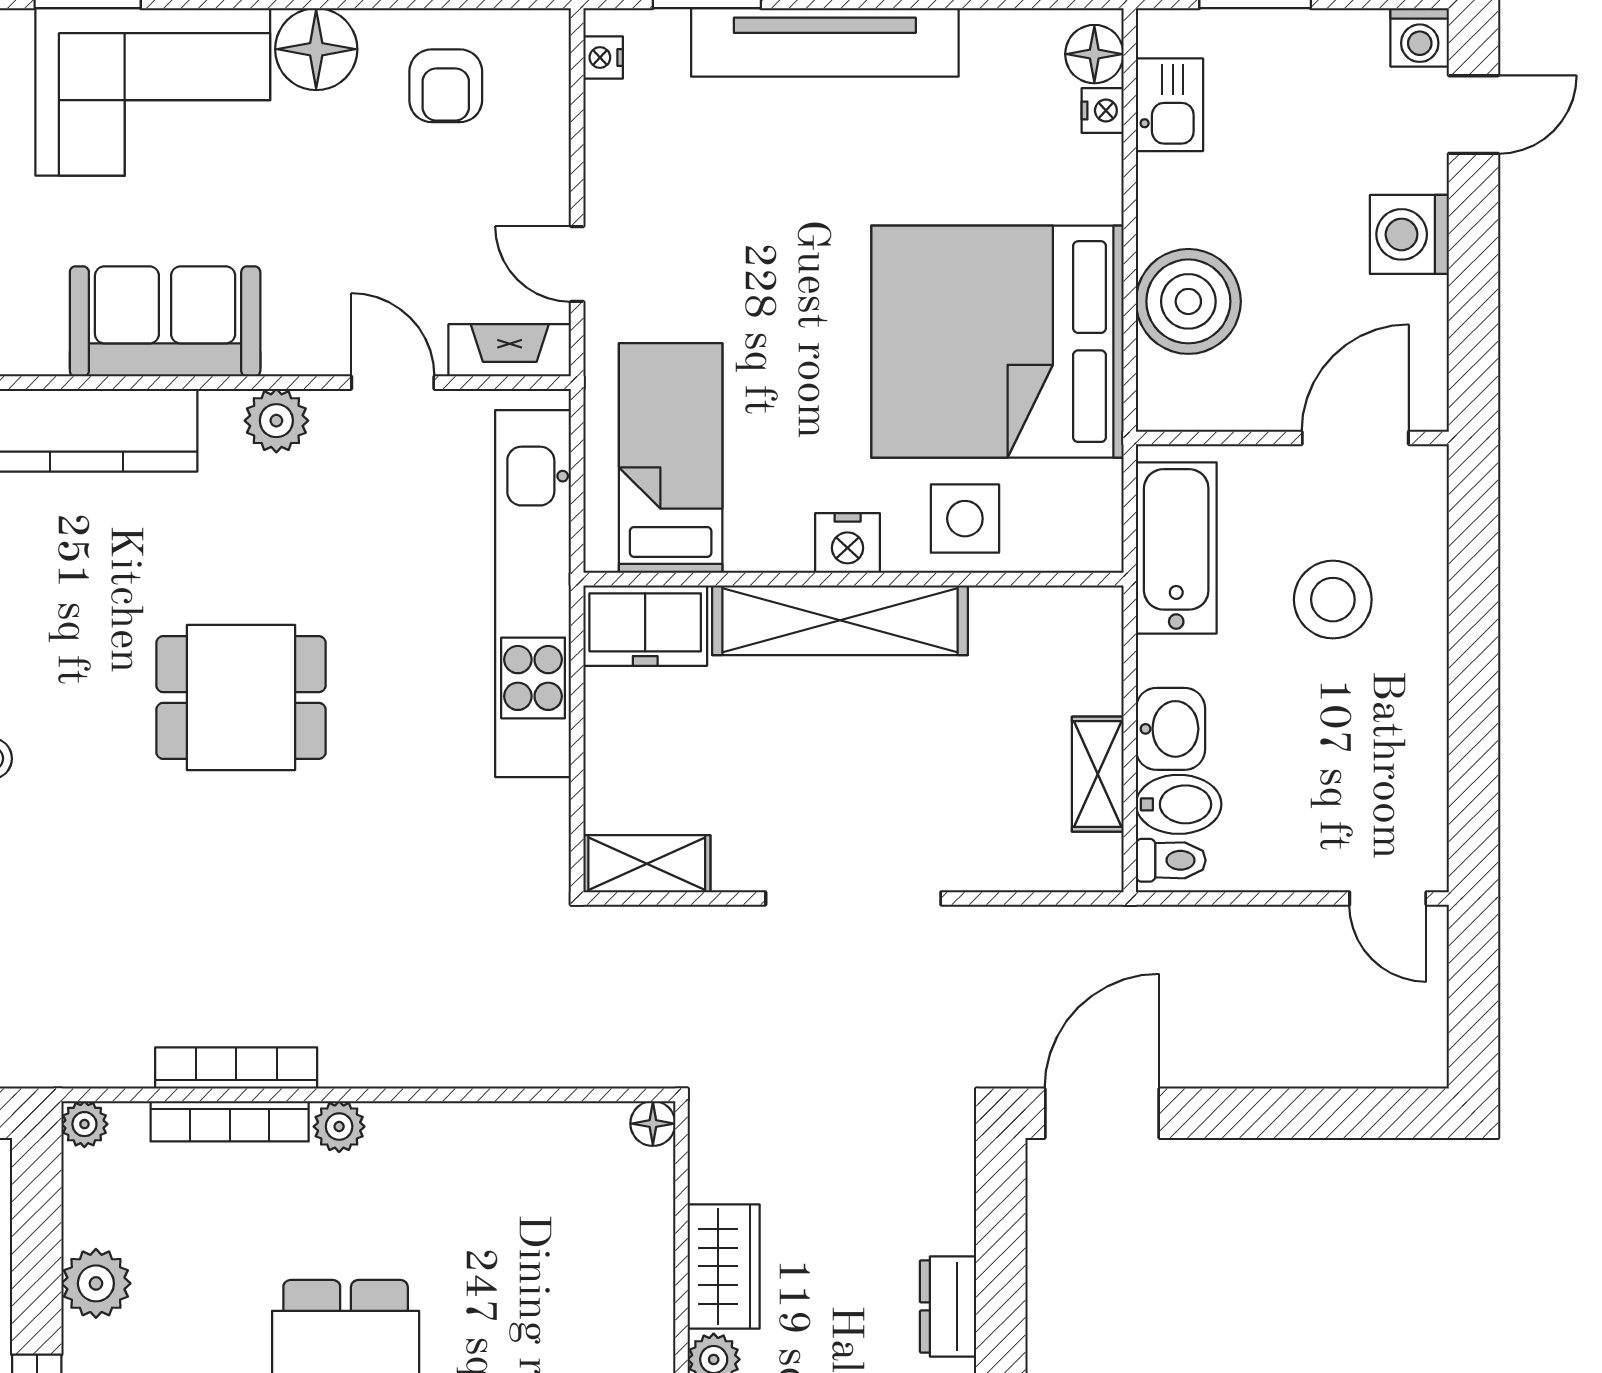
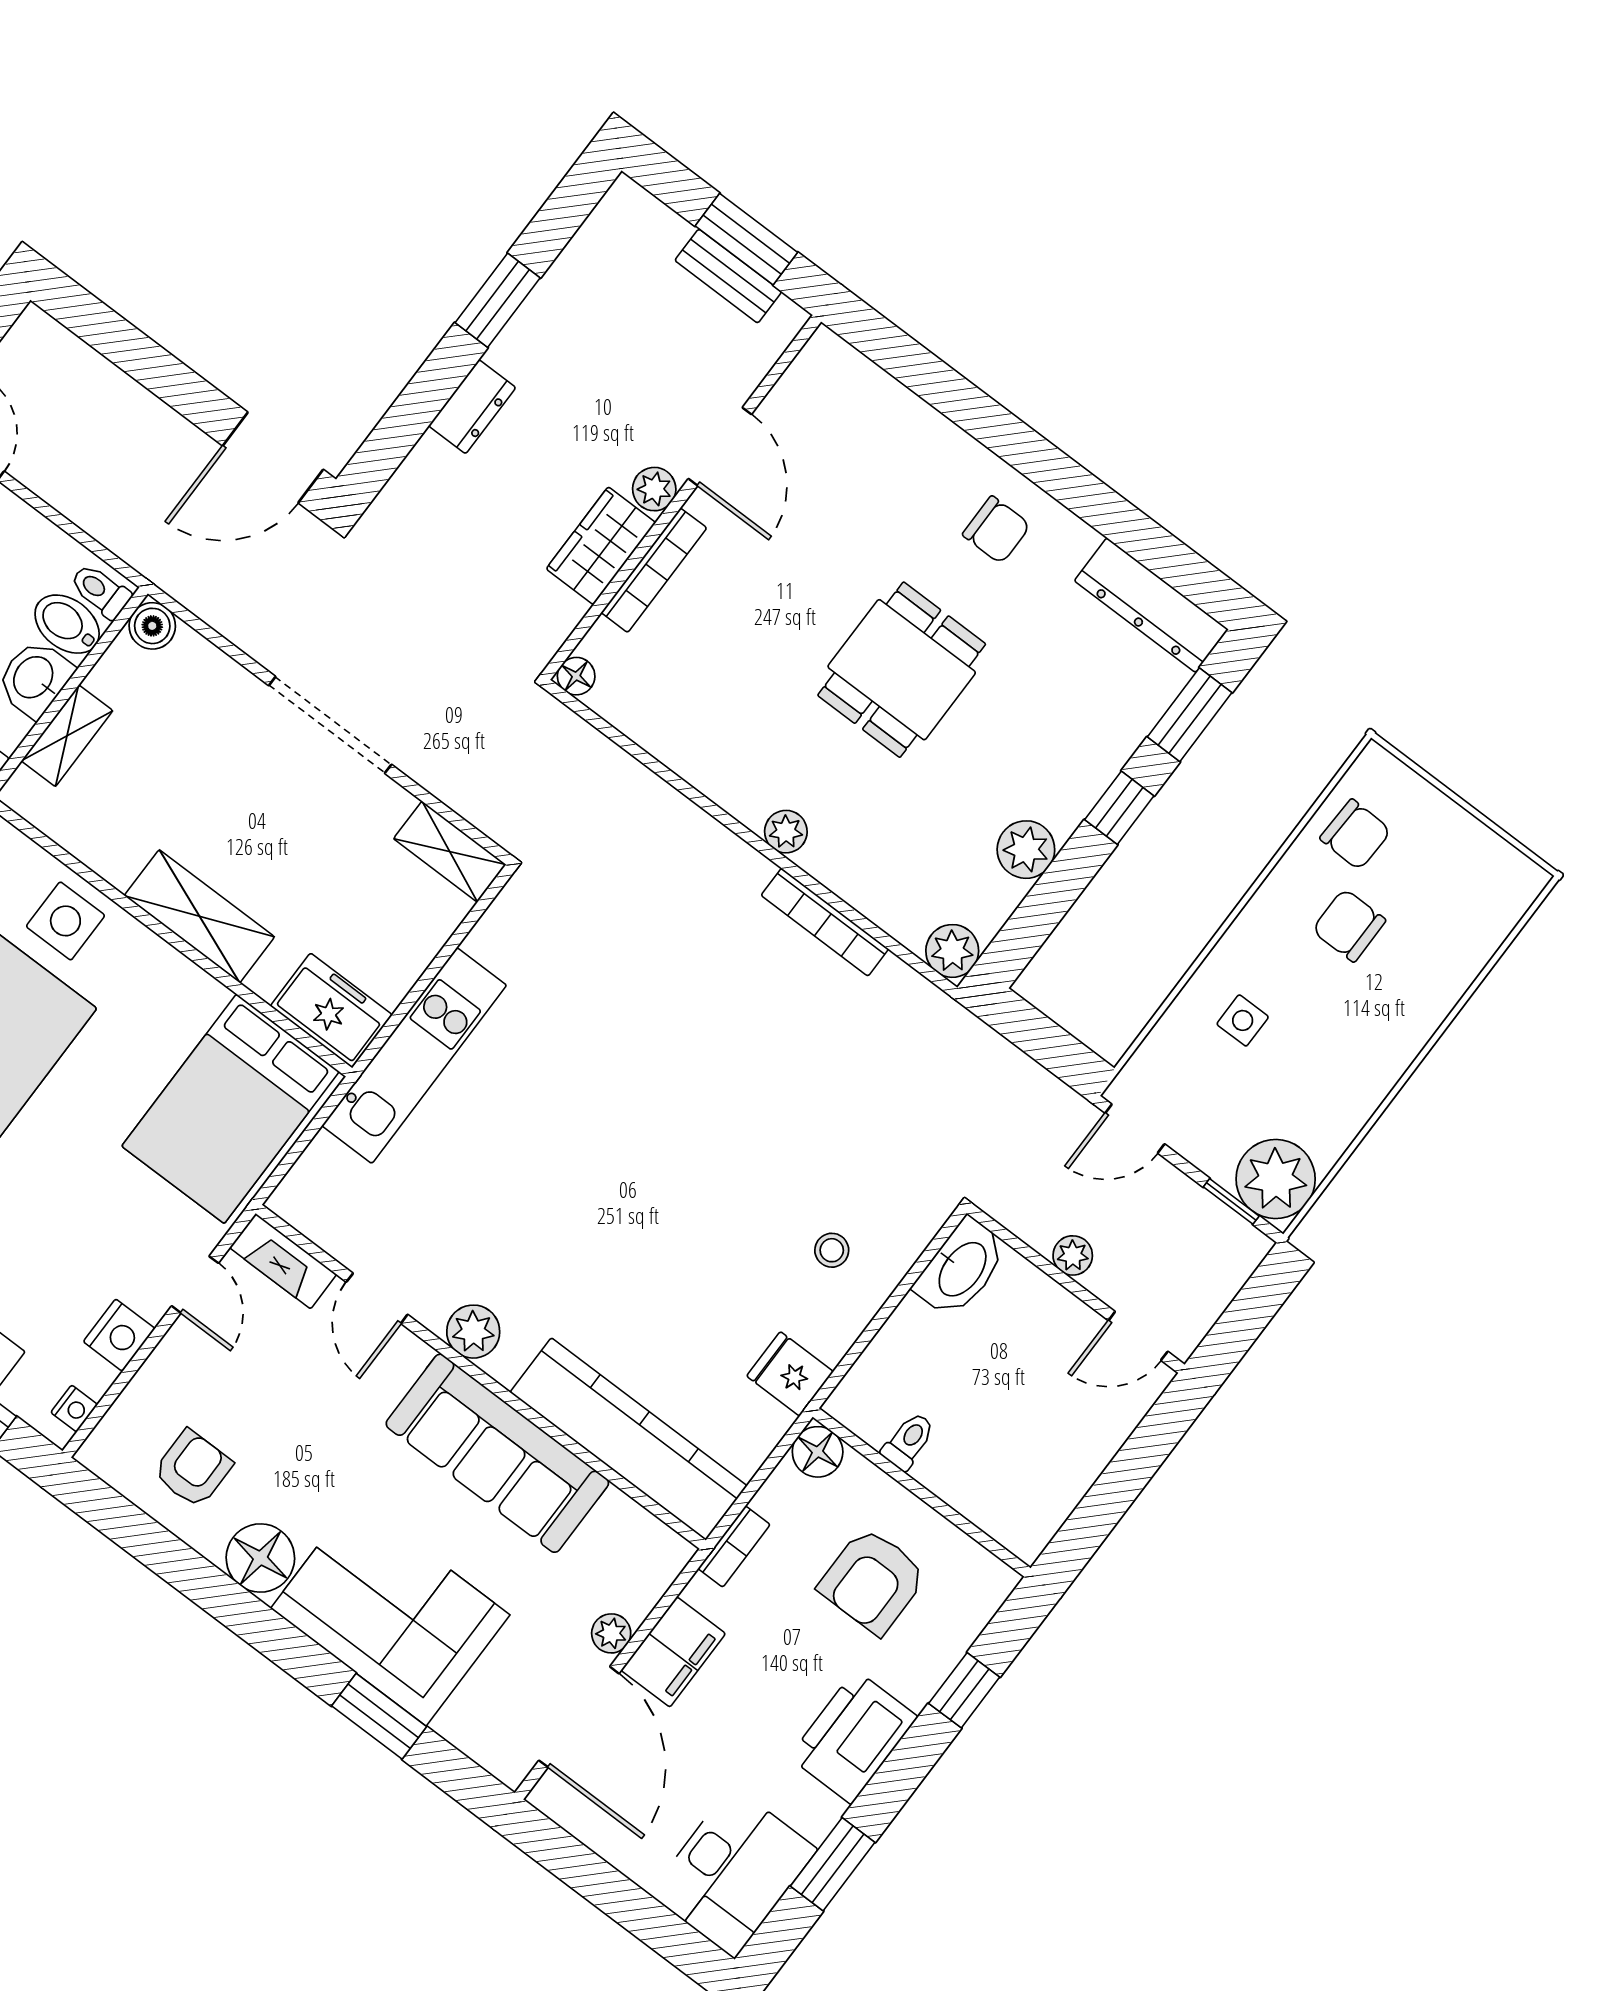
sofa: (165, 321) -> (497, 1453), width x1.36
bed: (671, 458) -> (230, 1109), width x1.50
nightstand: (848, 543) -> (119, 1335), moved, turned 90
kitchen unit: (533, 594) -> (414, 1056), width x0.73
shelving: (840, 620) -> (199, 916), width x0.68
dining table: (241, 698) -> (636, 1166), removed
shelving: (1098, 774) -> (67, 736), moved
boiler: (1096, 864) -> (152, 626), added
bookcase: (230, 1121) -> (654, 570), moved, turned 90
plant: (84, 1124) -> (952, 951), width x1.38, depth x1.38

